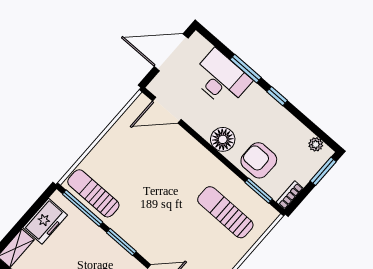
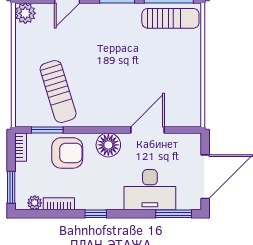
window: (246, 69) -> (174, 214), moved
door: (167, 110) -> (147, 130), moved
bookcase: (298, 128) -> (59, 204), added
sun lounger: (225, 212) -> (58, 92), turned 73

